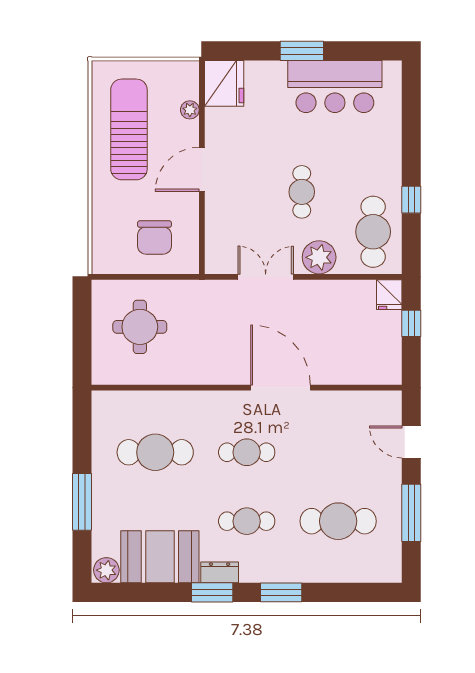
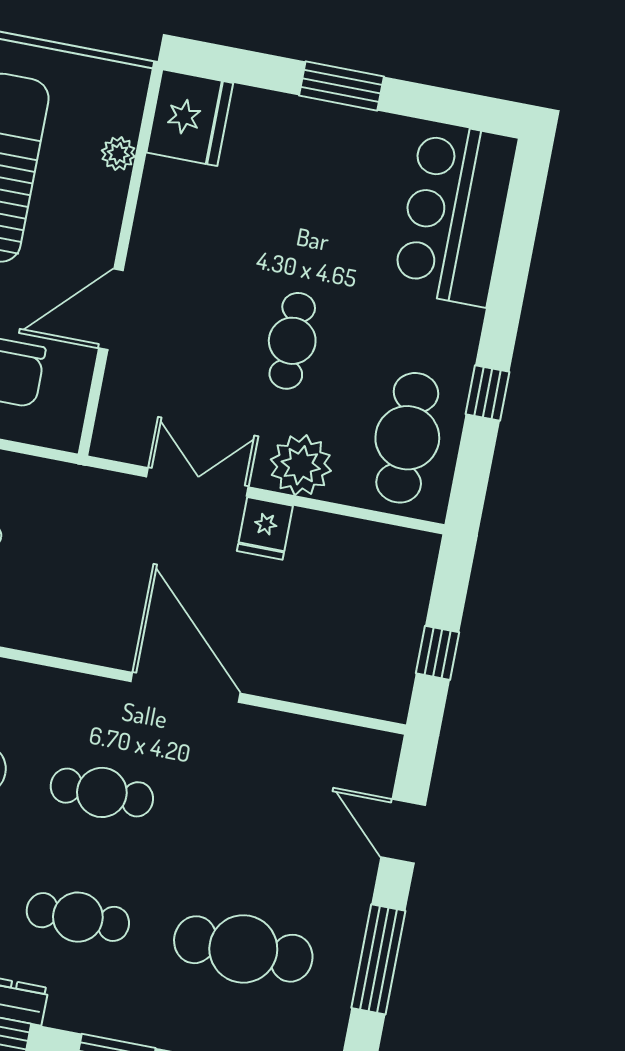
bar counter: (335, 87) -> (455, 214), moved, turned 90
door: (202, 169) -> (111, 309), moved
fridge: (389, 295) -> (265, 528), moved
window: (411, 323) -> (437, 653), moved

